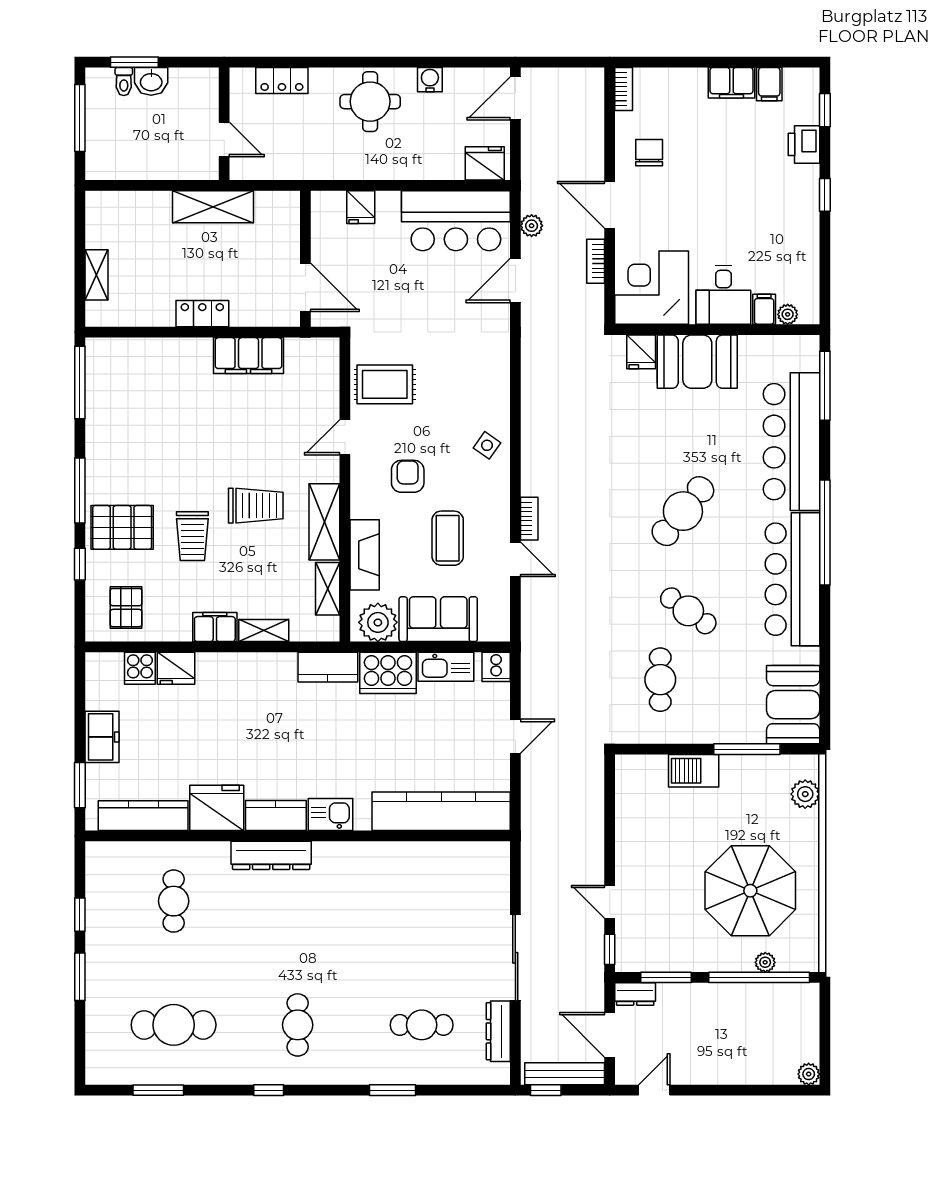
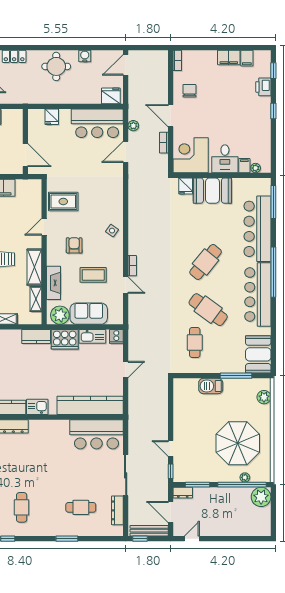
coffee table: (448, 538) -> (93, 275), turned 90
cafe table: (688, 611) -> (208, 310), width x1.37, depth x1.35
bar counter: (455, 872) -> (96, 434), added
plant: (809, 1074) -> (261, 497), moved, width x1.87, depth x1.87

